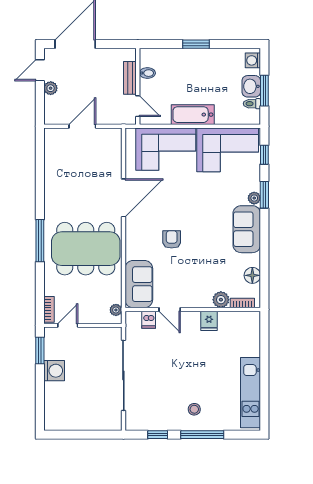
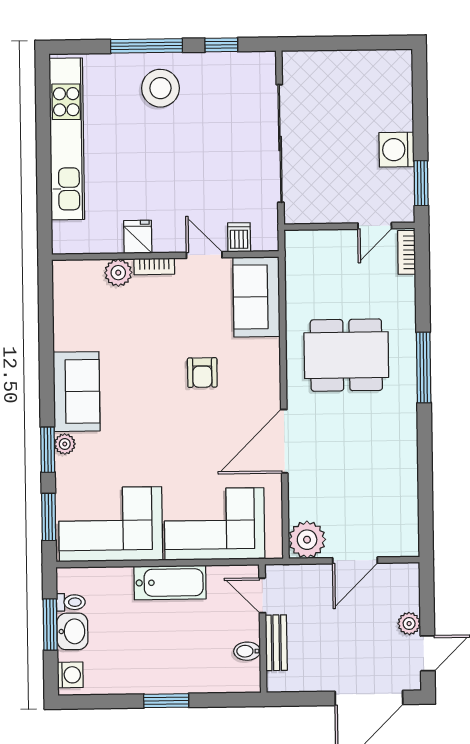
window: (264, 155) -> (49, 517), width x1.50
dining table: (86, 249) -> (346, 355), width x0.73, depth x0.80
floor lamp: (252, 275) -> (66, 314), removed
bookcase: (242, 303) -> (154, 266), moved
plant: (116, 310) -> (307, 540), moved, width x1.88, depth x1.88
kitchen unit: (251, 393) -> (67, 139), width x1.36
stool: (194, 409) -> (160, 88), width x1.89, depth x1.89

